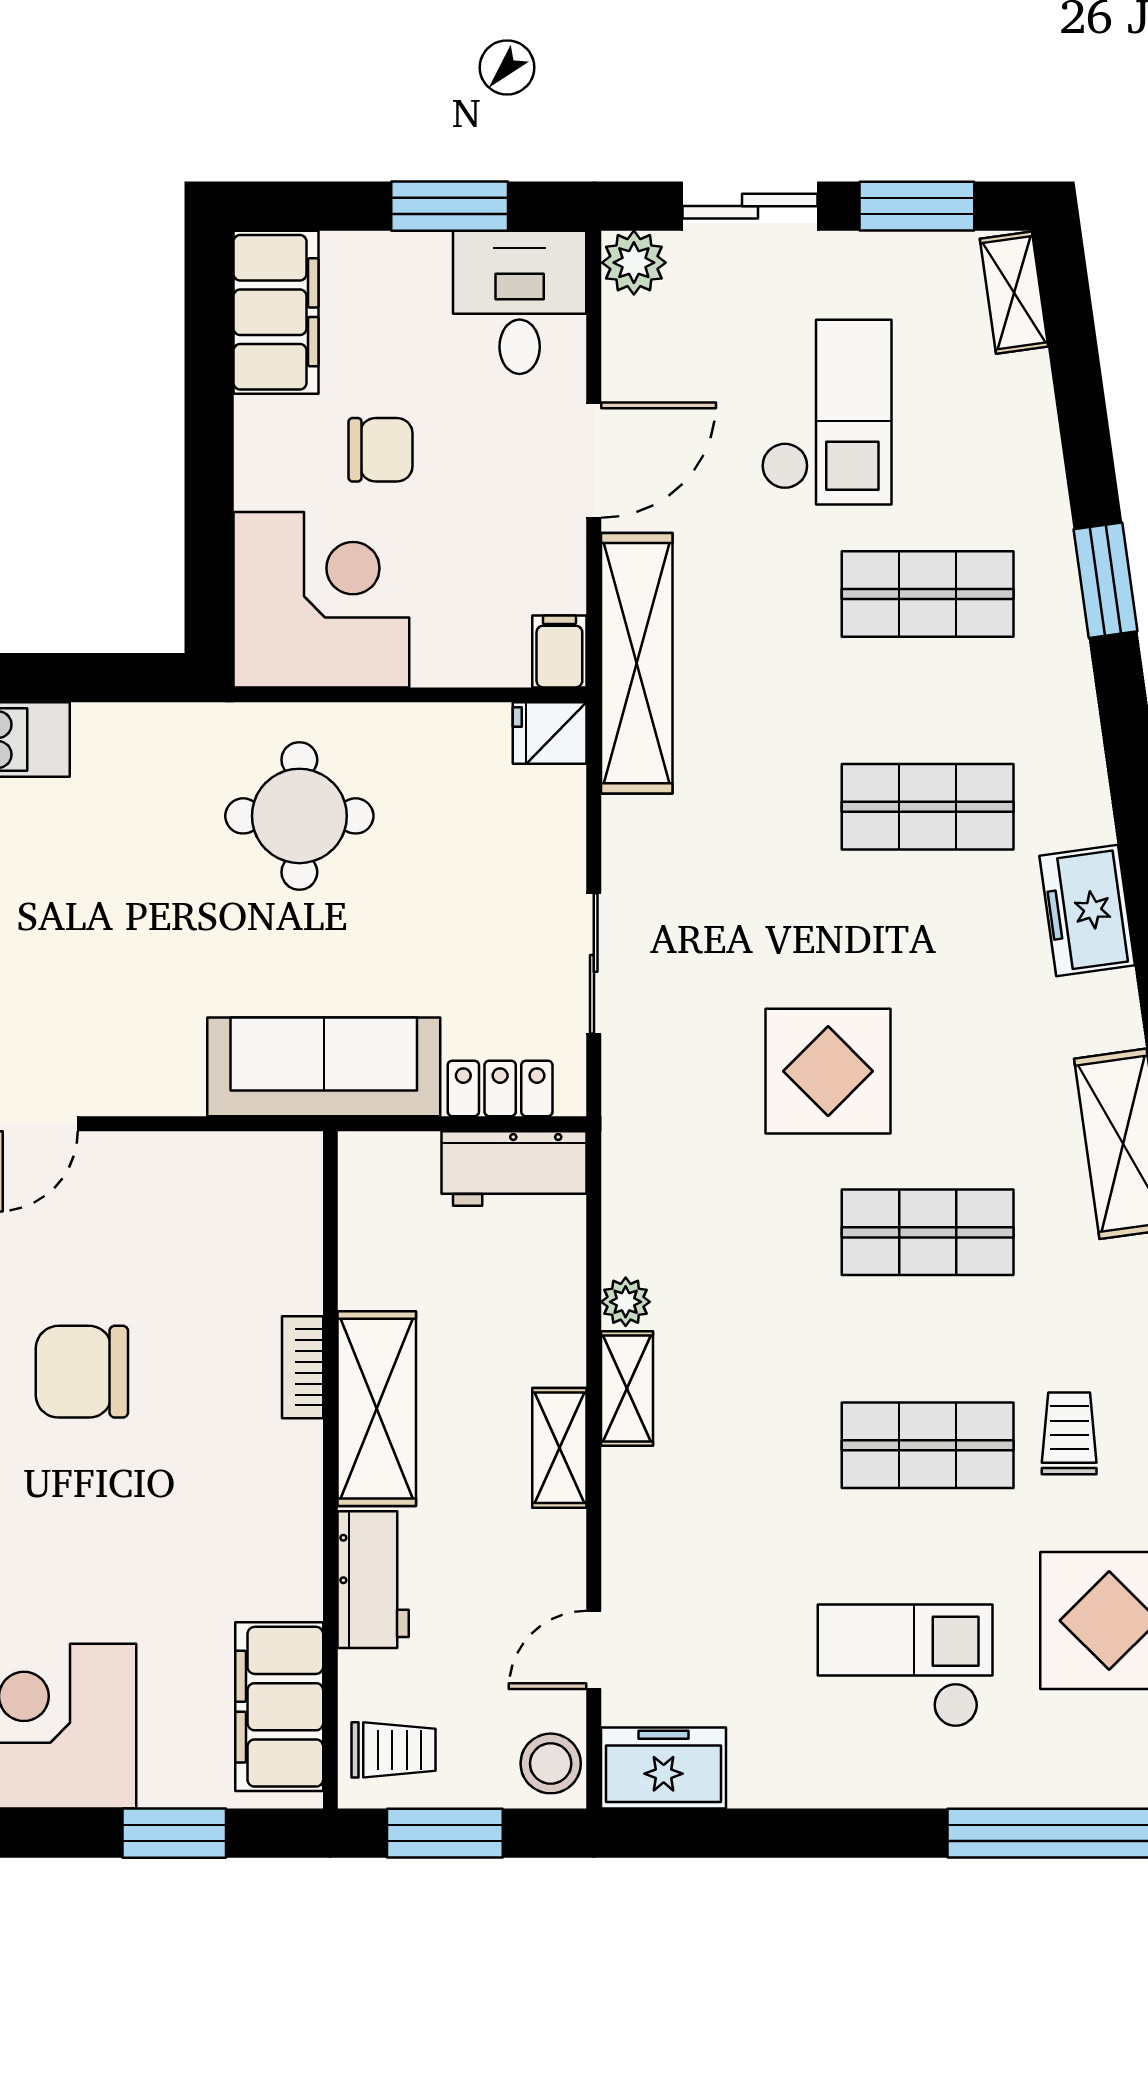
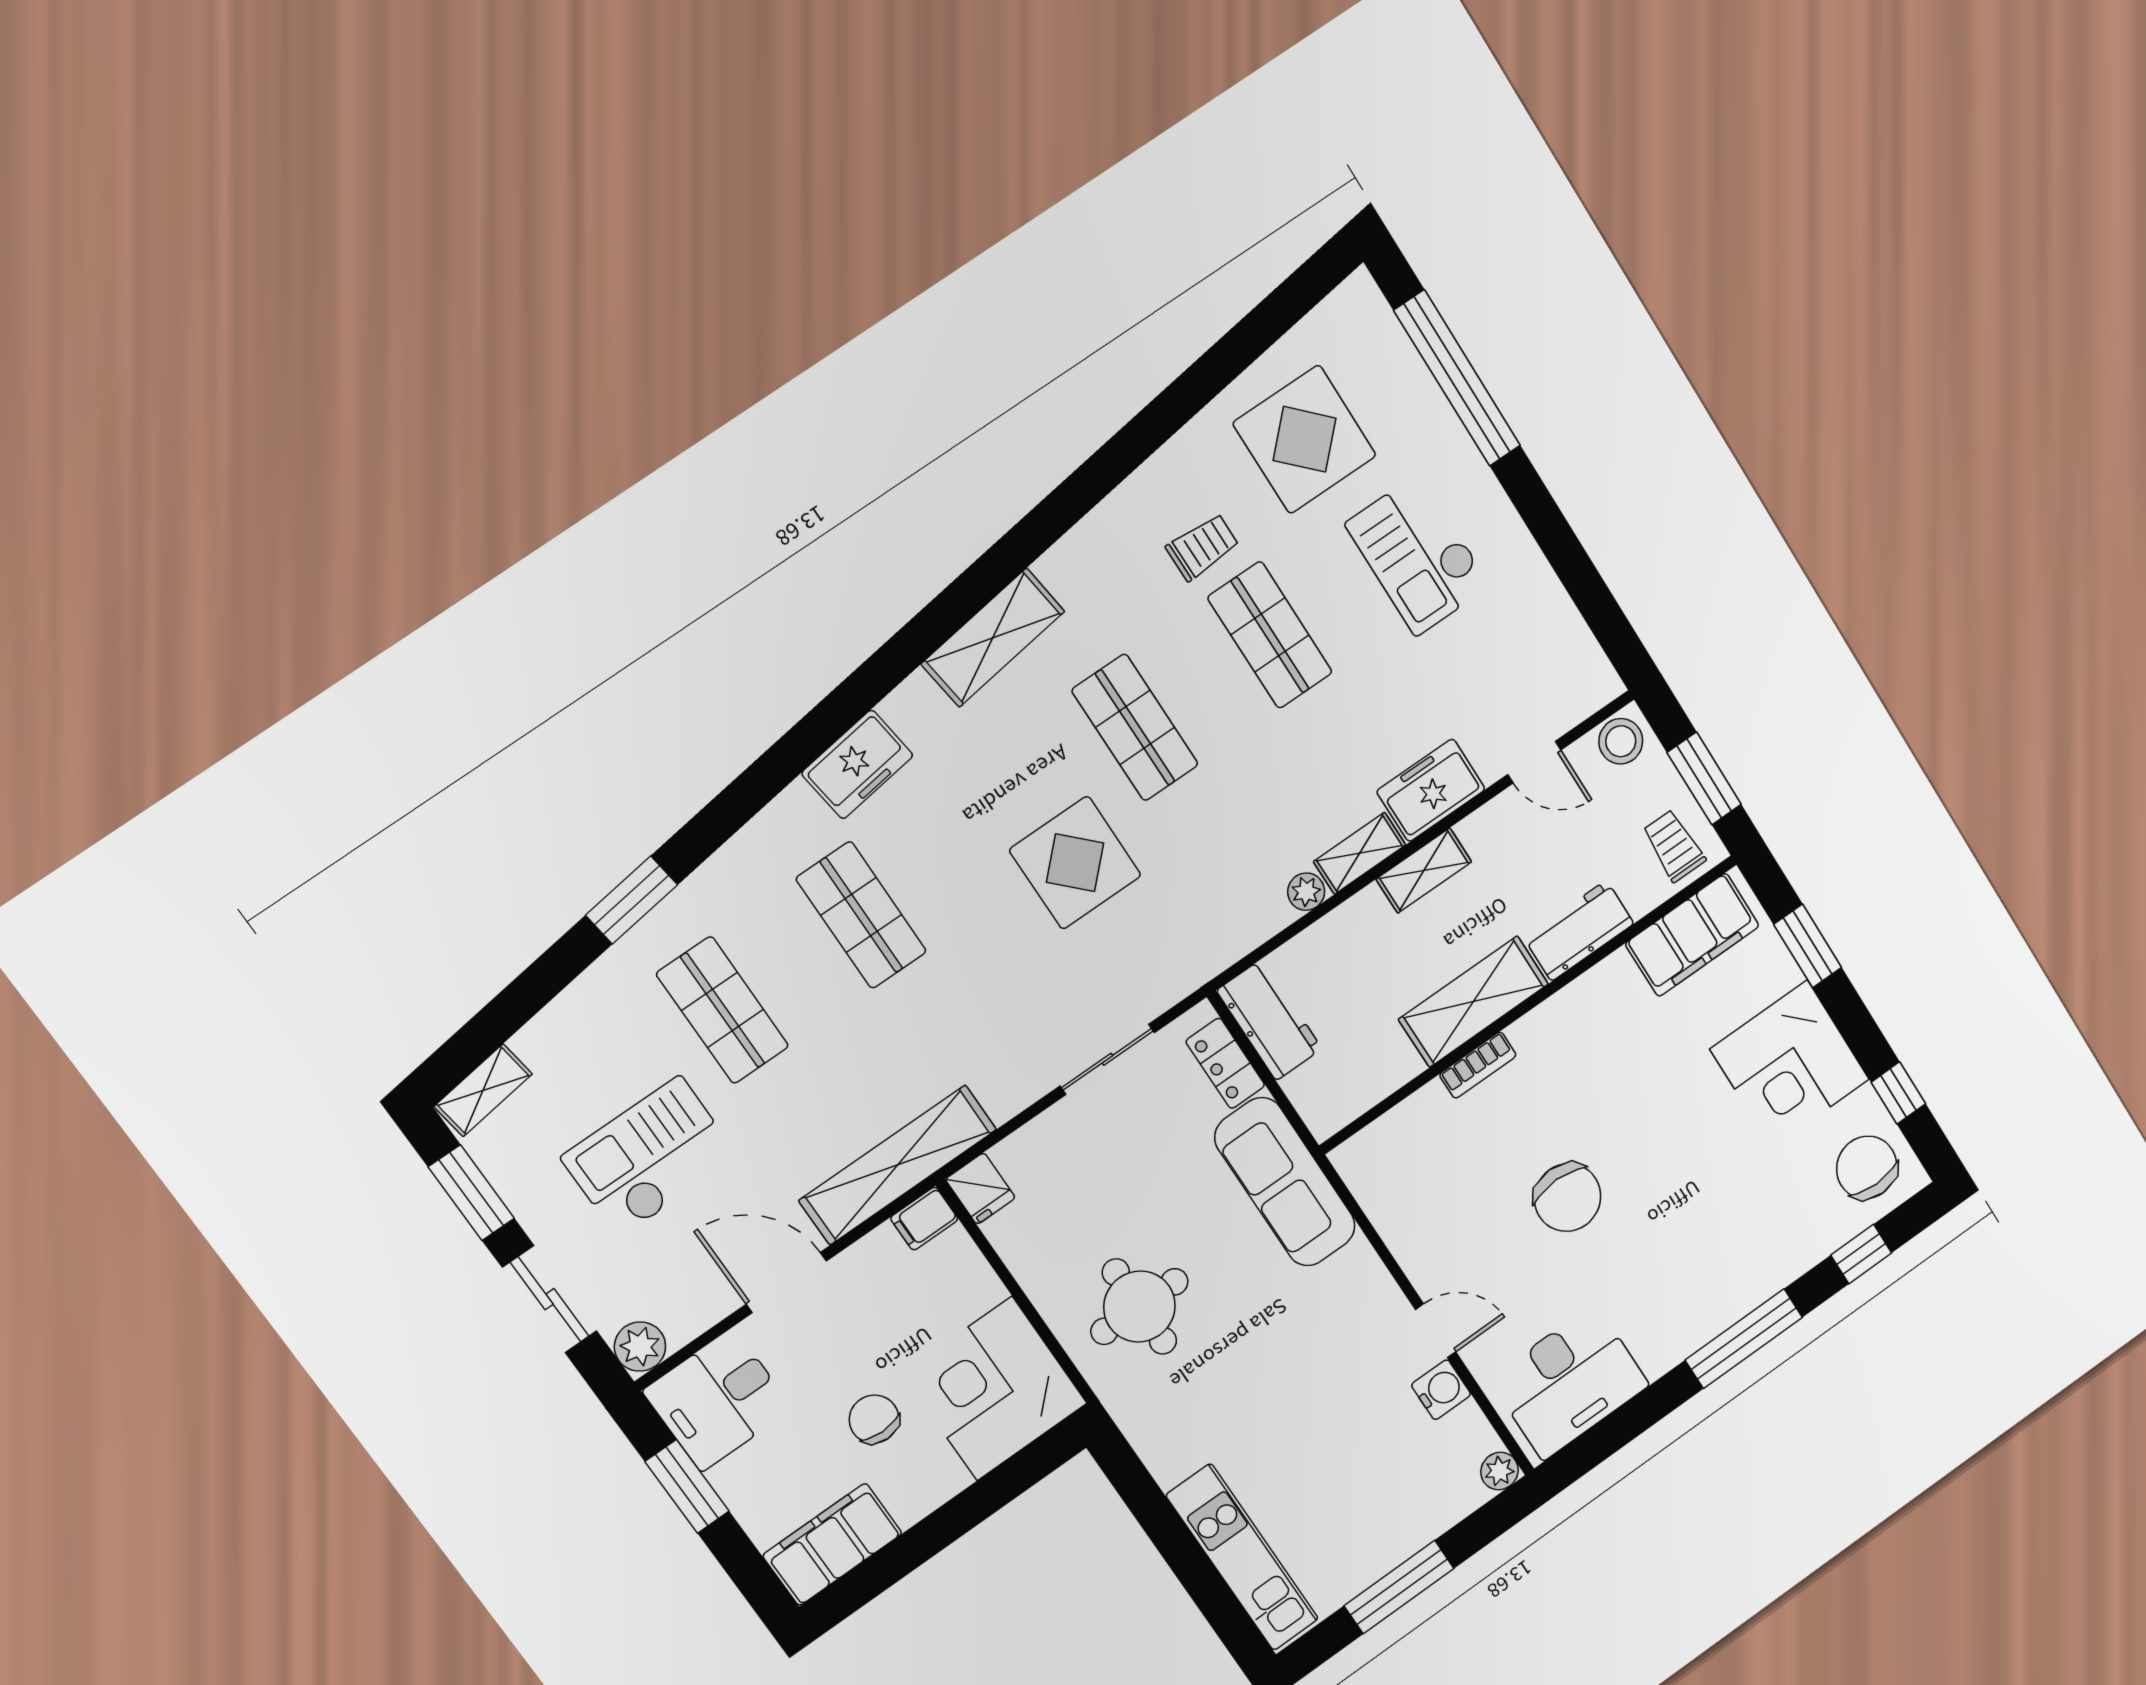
trolley: (1069, 1433) -> (1202, 547), turned 180
freezer: (664, 1768) -> (1431, 790), moved, turned 90

